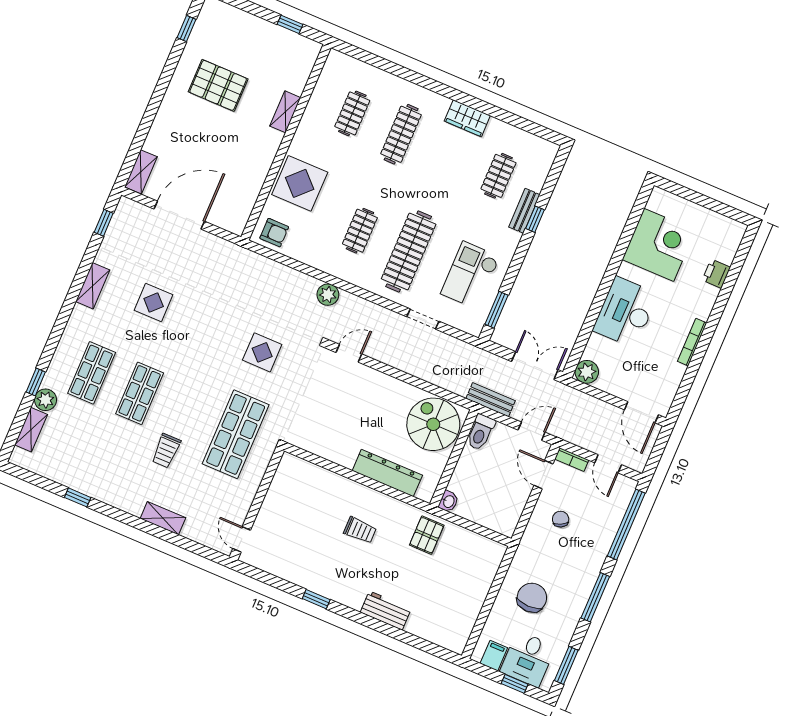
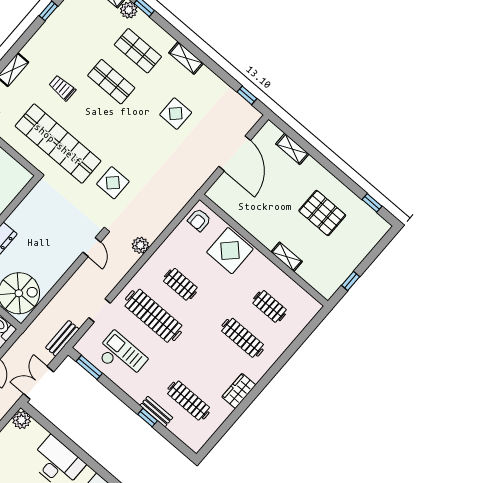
pallet: (218, 85) -> (322, 213), turned 90
shelving: (141, 172) -> (292, 149), moved
clothes rail: (498, 176) -> (189, 401), width x1.36
shelving: (93, 286) -> (186, 58), moved
double door: (535, 366) -> (38, 383), swing flipped
bench: (491, 400) -> (62, 338), moved
shop shelf: (236, 434) -> (58, 144), width x1.40

